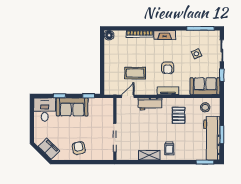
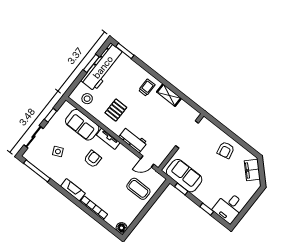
coffee table: (135, 73) -> (138, 189), moved
sofa: (205, 86) -> (82, 125), moved
sofa: (72, 107) -> (184, 176), moved

